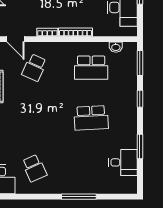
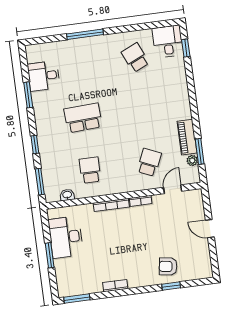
door: (16, 39) -> (173, 189), hinge flipped
school desk: (91, 68) -> (90, 170), width x0.54

